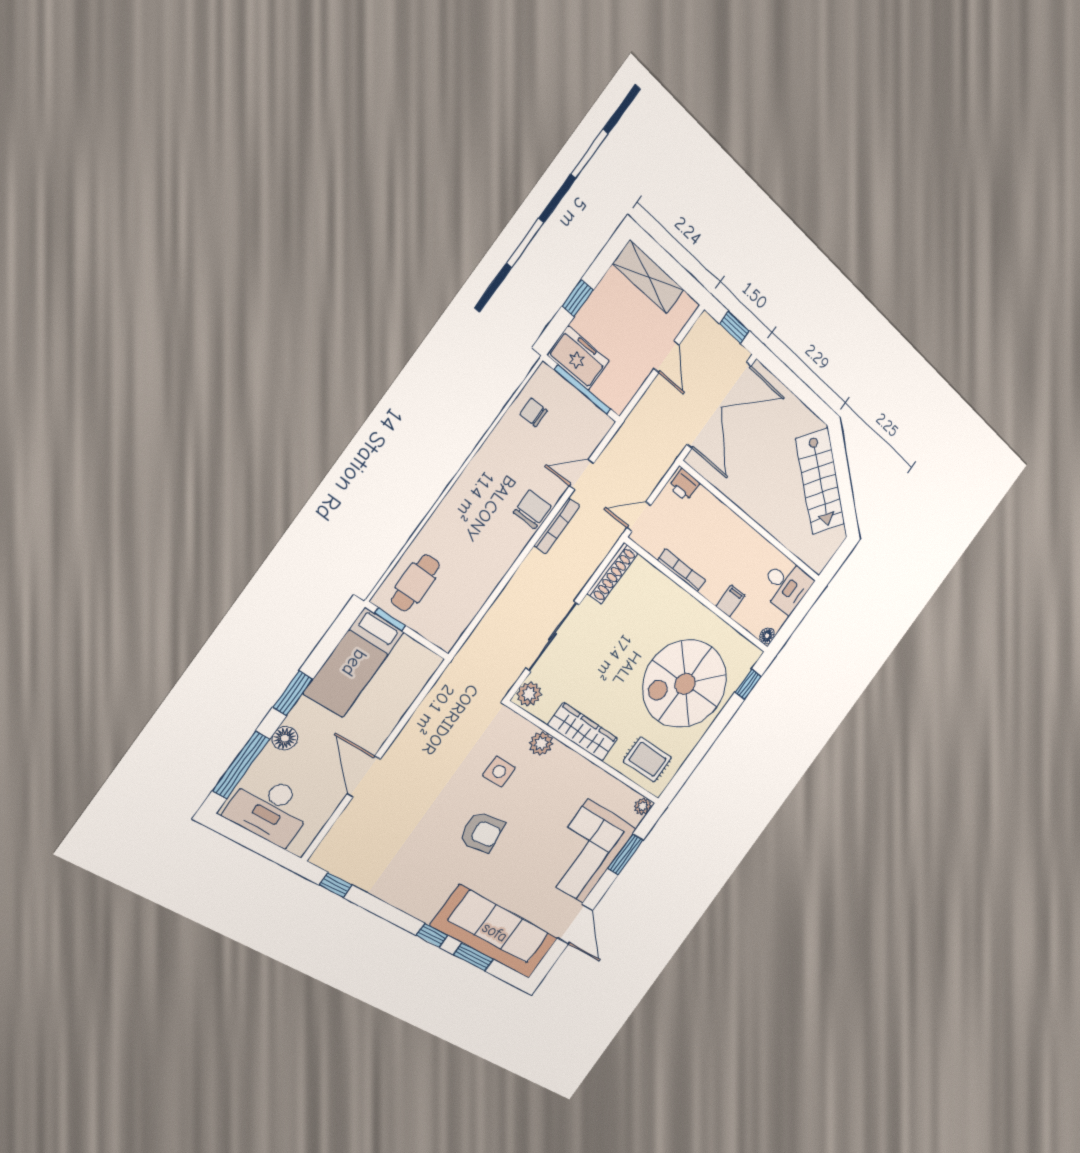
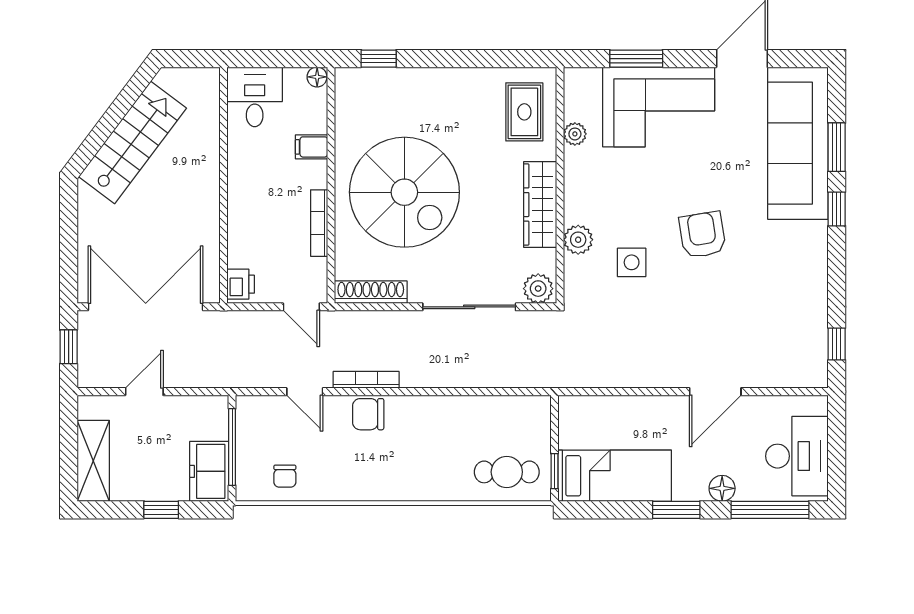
spiral stairs: (685, 684) -> (404, 192), moved
plant: (643, 806) -> (575, 134), moved

